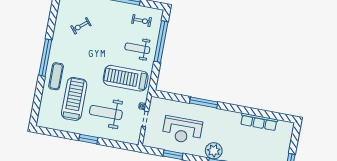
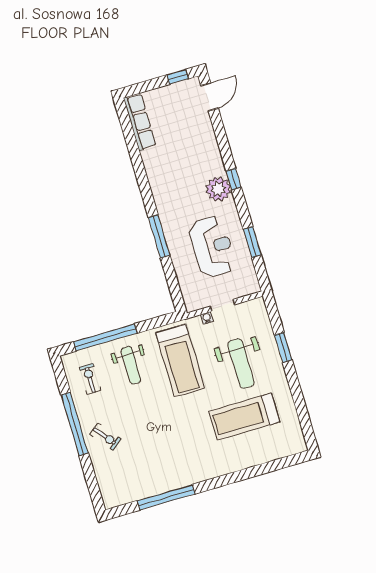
exercise bike: (81, 26) -> (105, 437), moved
window: (45, 58) -> (166, 497), moved
exercise mat: (56, 76) -> (226, 457), removed
row of seats: (259, 122) -> (140, 122), moved
window: (88, 139) -> (283, 347), moved

